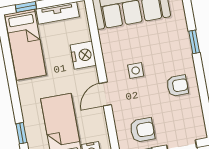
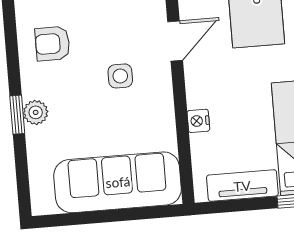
plant: (183, 44) -> (36, 112), added
nightstand: (83, 55) -> (198, 121), width x0.53, depth x0.56

